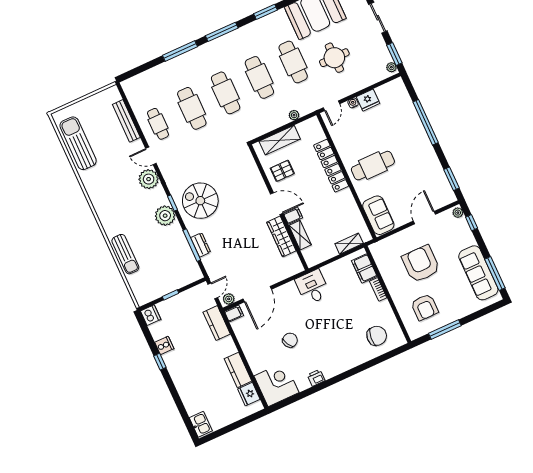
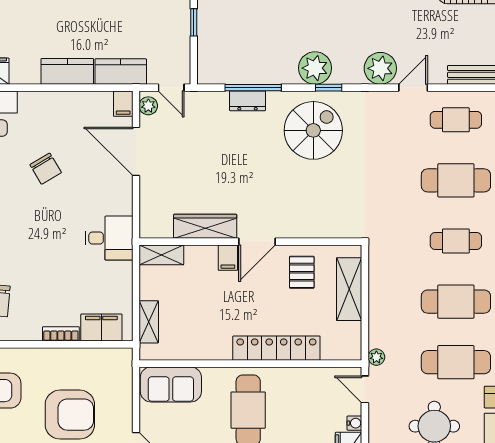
cafe table: (226, 93) -> (456, 241), width x0.73, depth x0.74
plant: (294, 115) -> (376, 357), moved
shelving: (300, 235) -> (161, 255), moved
kitchen counter: (238, 370) -> (67, 71), moved

